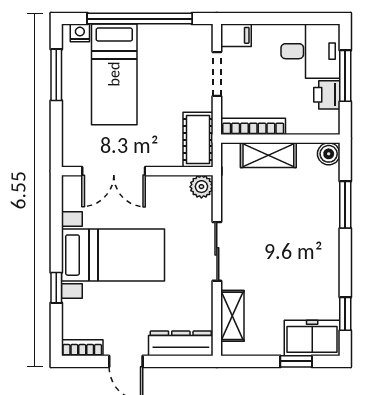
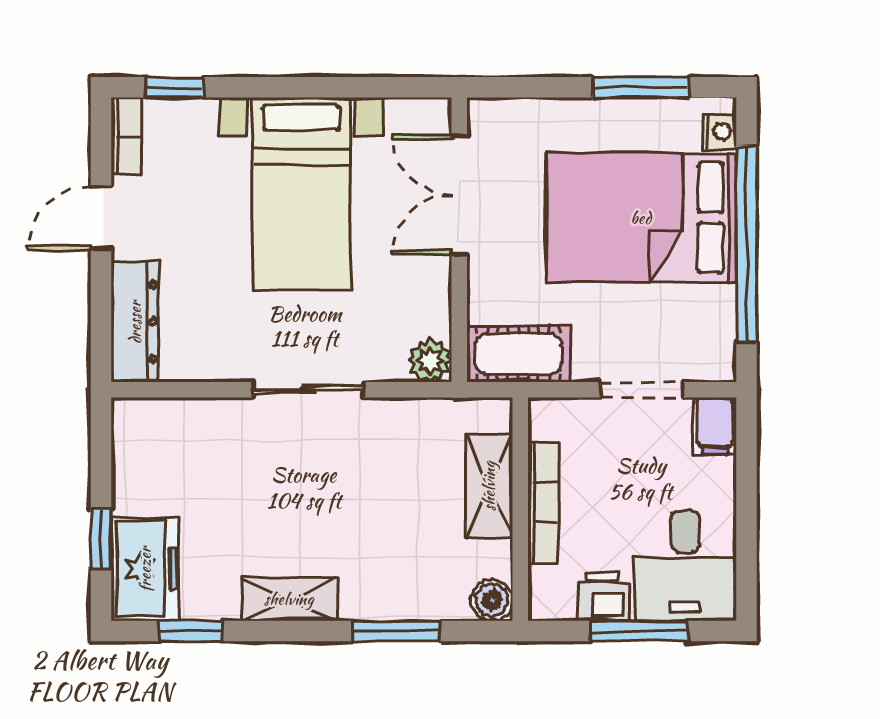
bed: (114, 74) -> (641, 218), width x1.50
bookcase: (253, 126) -> (544, 502), moved
window: (56, 288) -> (174, 87), moved
shelving: (232, 316) -> (289, 599), moved

